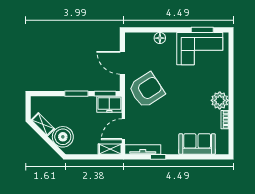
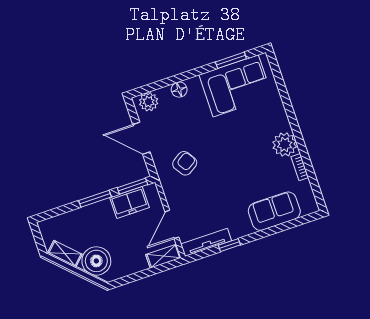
plant: (136, 39) -> (149, 102), added
armchair: (146, 90) -> (185, 163), width x0.53, depth x0.53
freezer: (109, 104) -> (129, 202), moved

